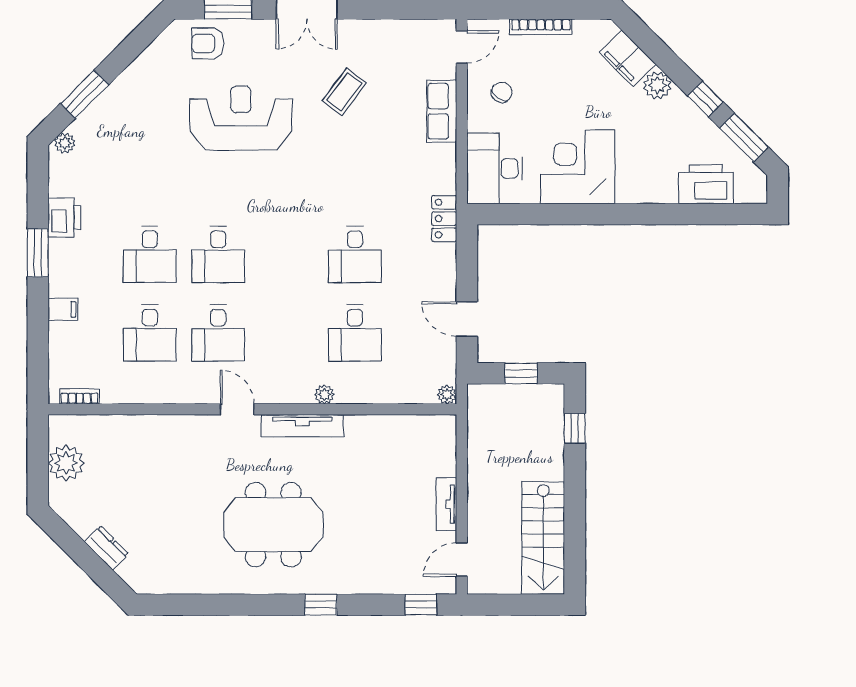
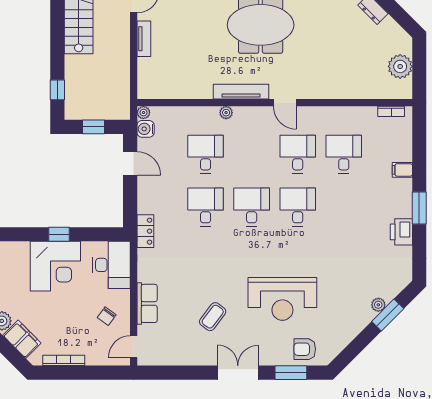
bookcase: (541, 27) -> (64, 360), moved
armchair: (208, 43) -> (305, 349), turned 180
plant: (65, 143) -> (378, 305), moved
window: (572, 214) -> (59, 234), added
desk: (150, 254) -> (252, 207), moved
water cooler: (444, 370) -> (146, 129), added

